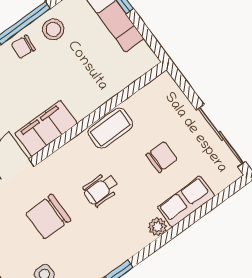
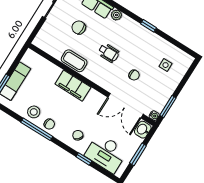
filing cabinet: (46, 128) -> (73, 86), moved
chair: (48, 216) -> (134, 75), width x0.54, depth x0.54

